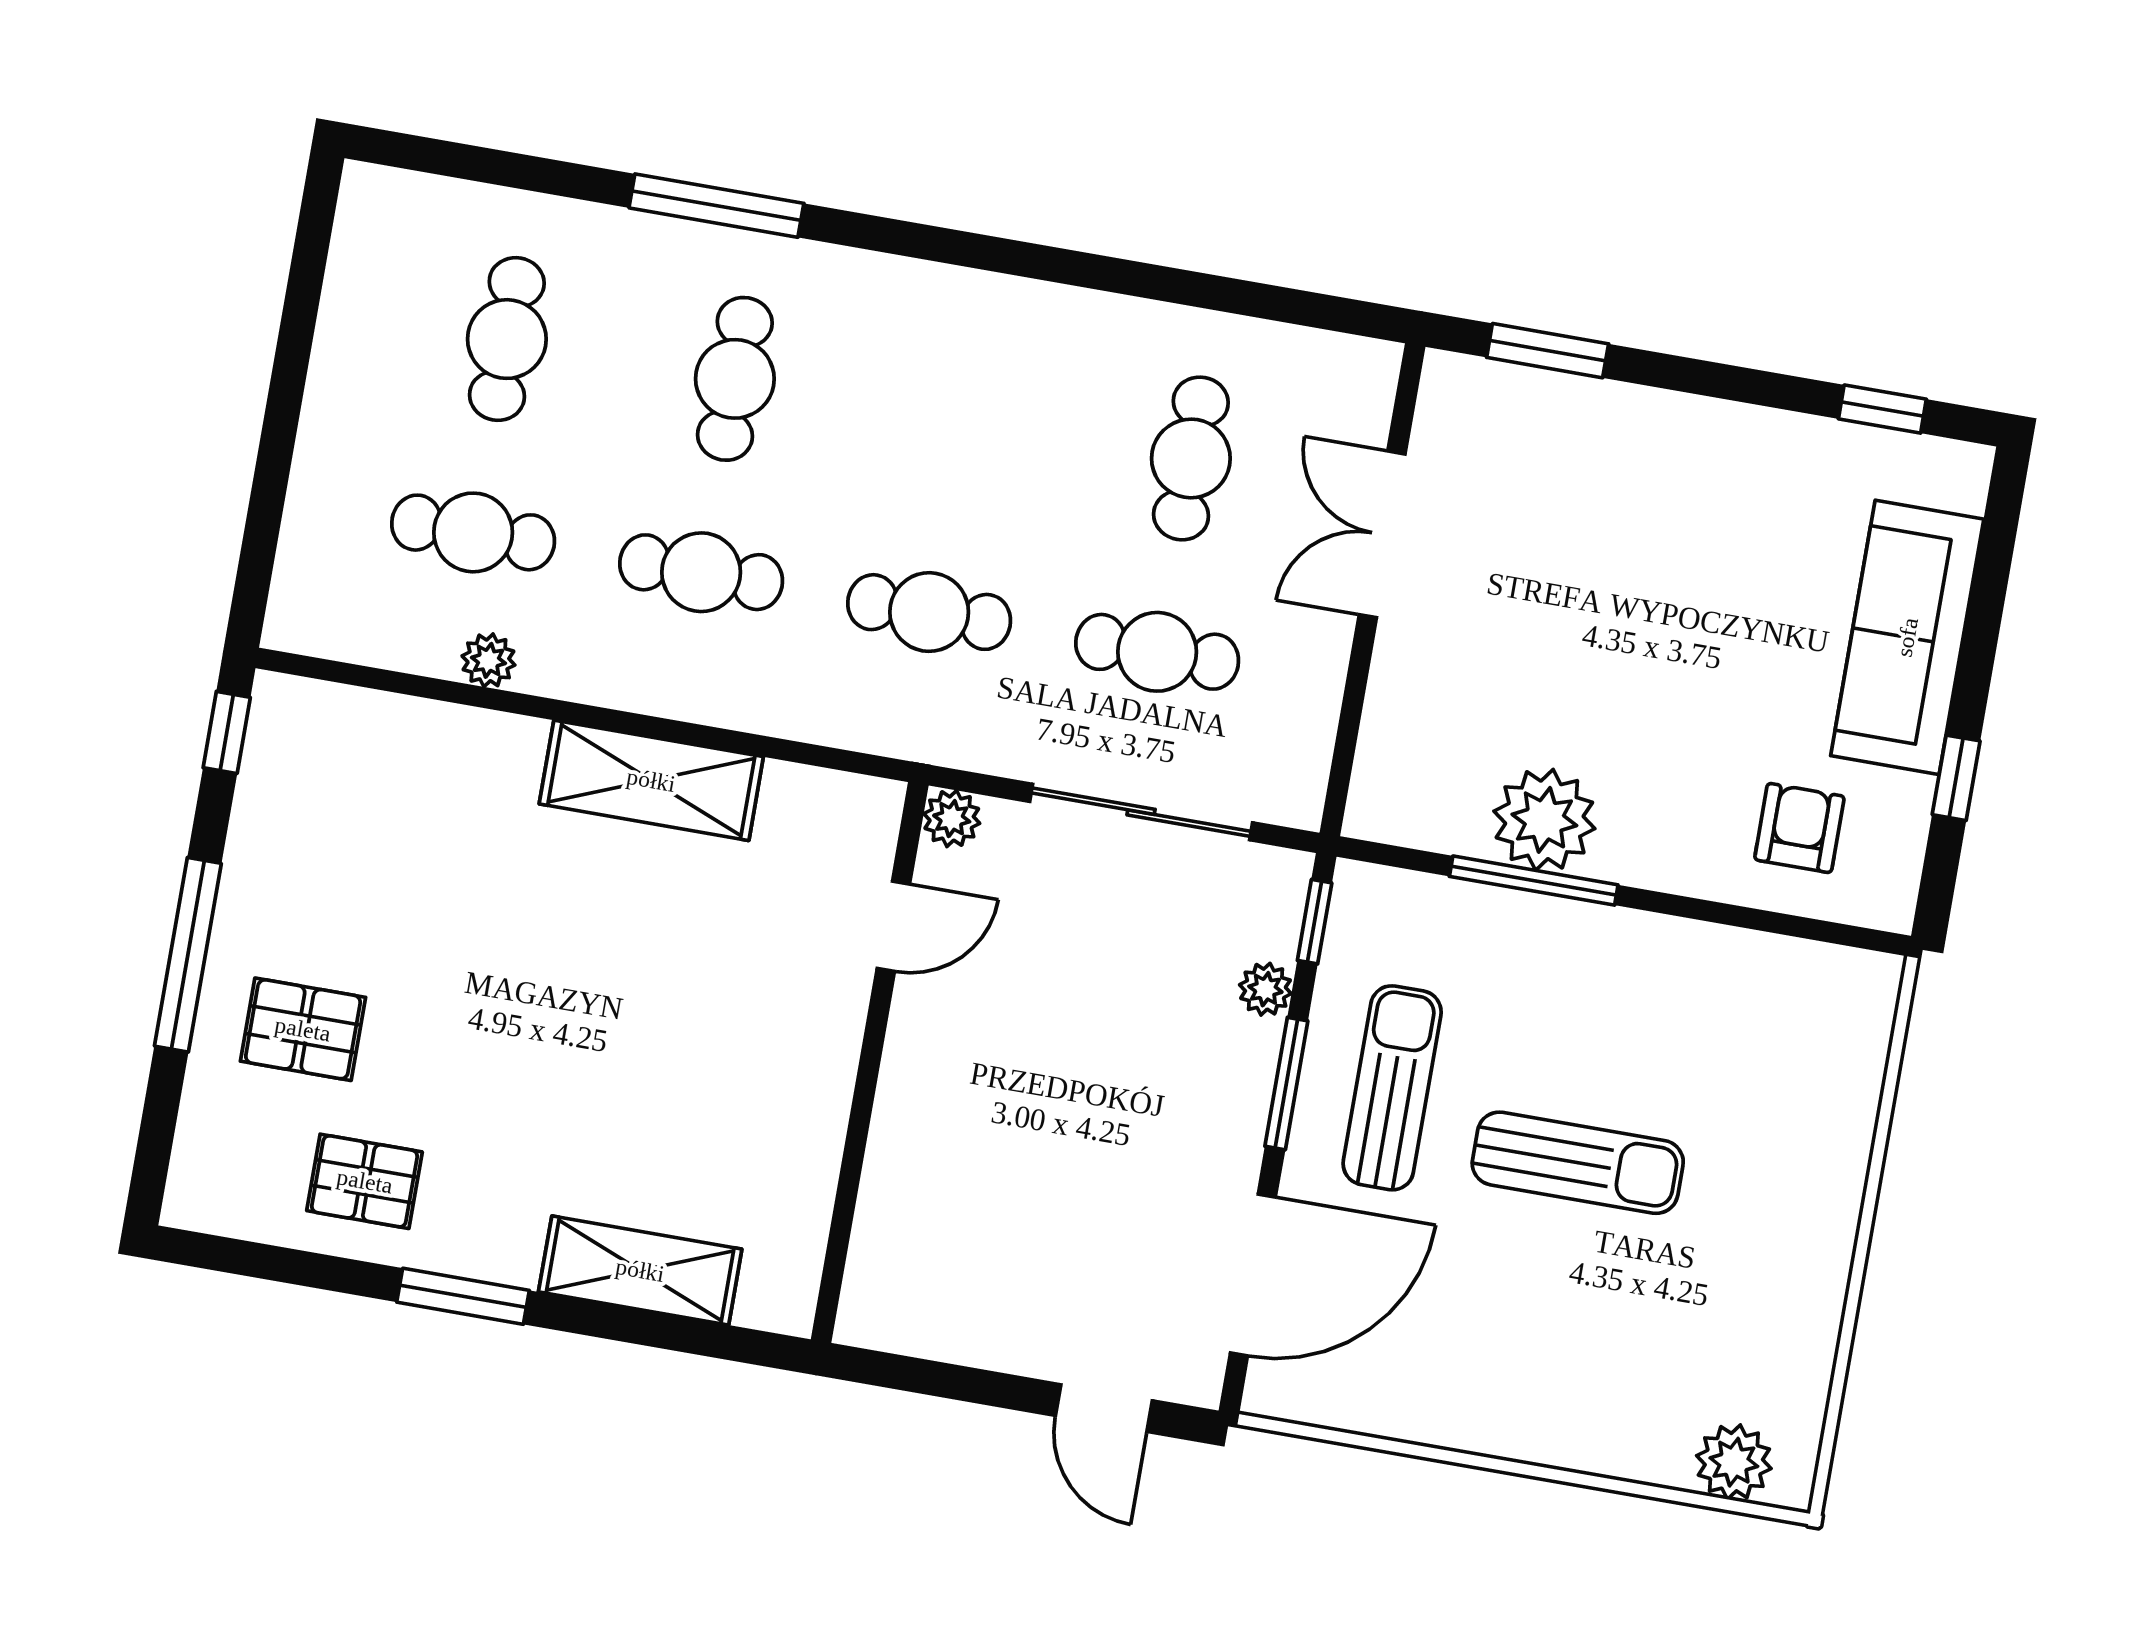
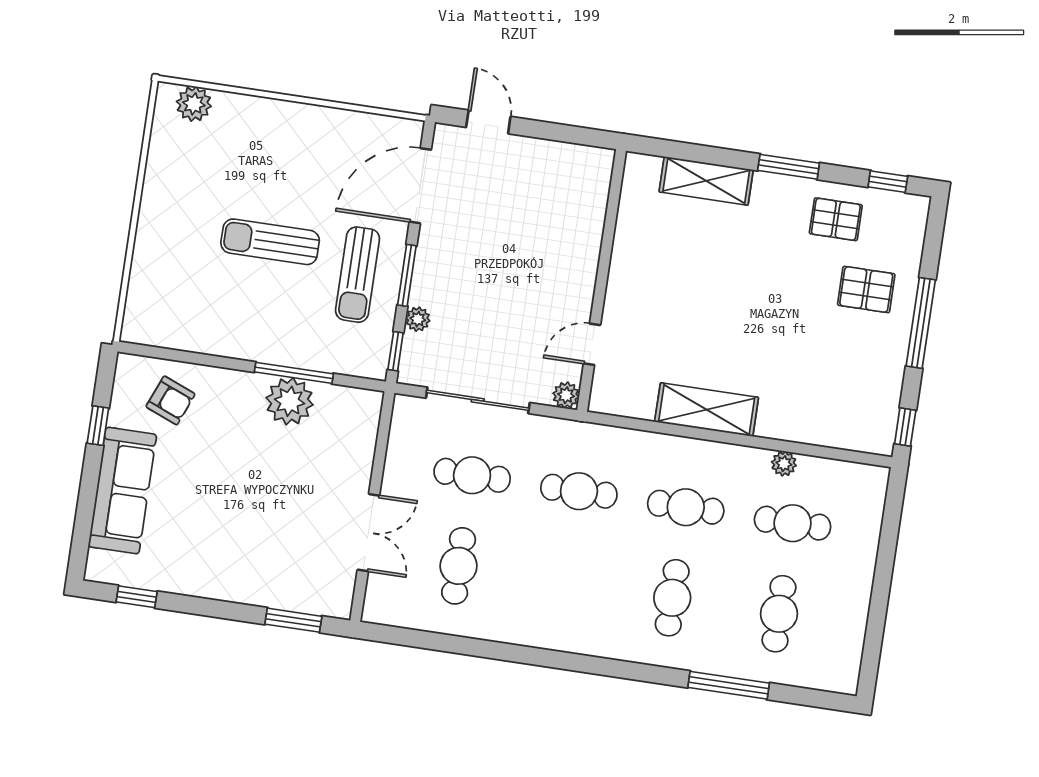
window: (716, 206) -> (729, 685), moved
armchair: (1799, 828) -> (171, 400), turned -68
window: (251, 1259) -> (888, 182), added

